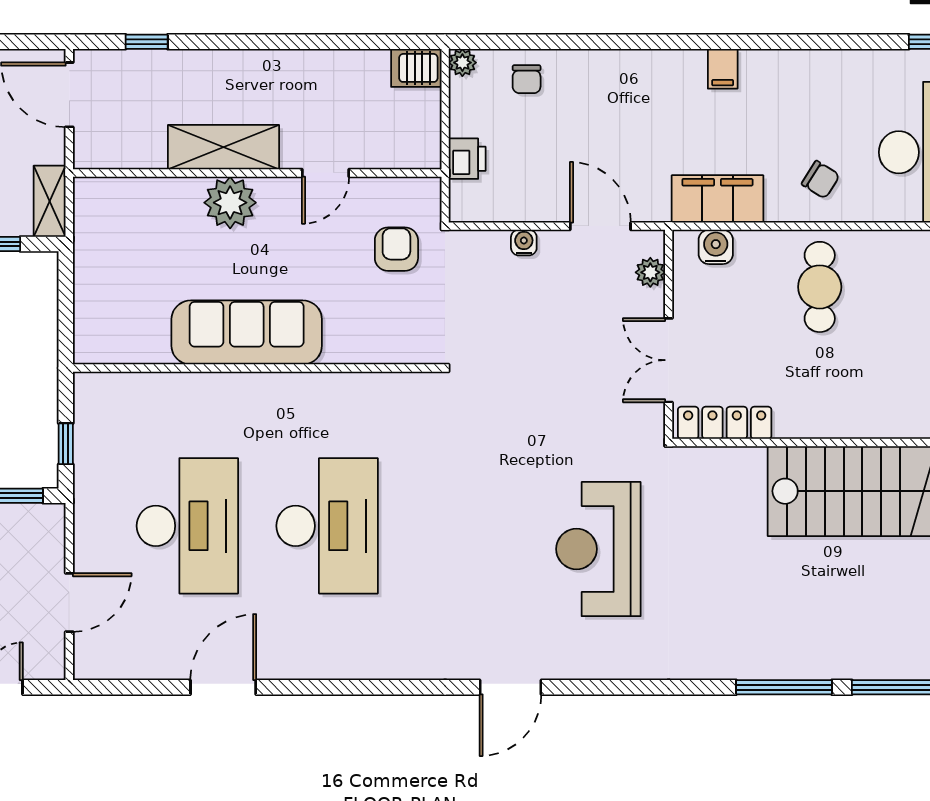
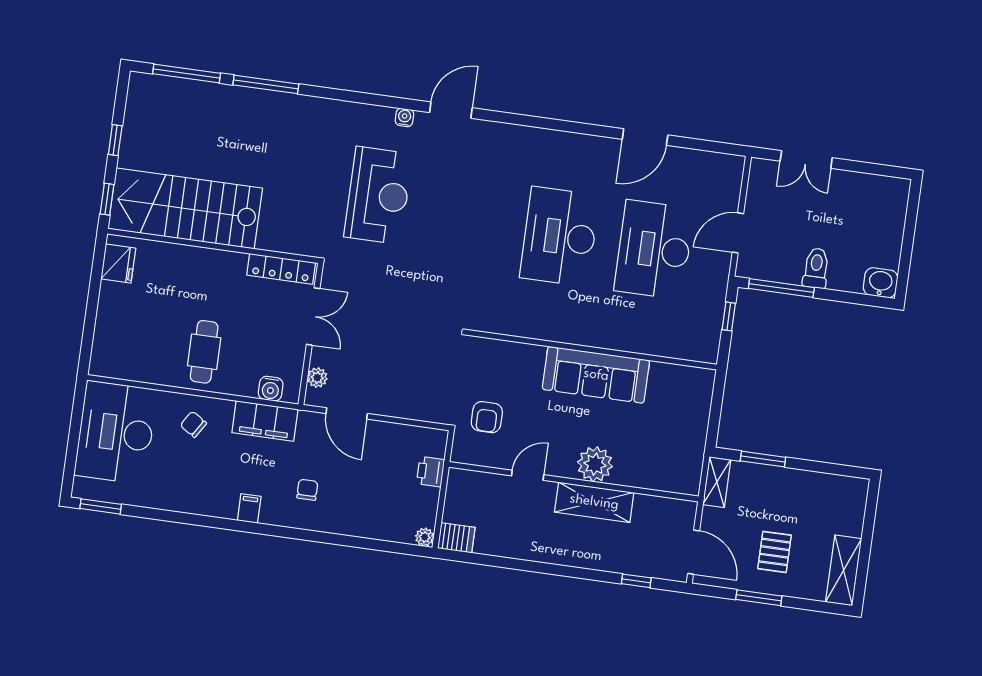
chair: (527, 79) -> (307, 490), moved
water cooler: (524, 243) -> (404, 117), moved, turned 180
door: (69, 602) -> (738, 233), moved

